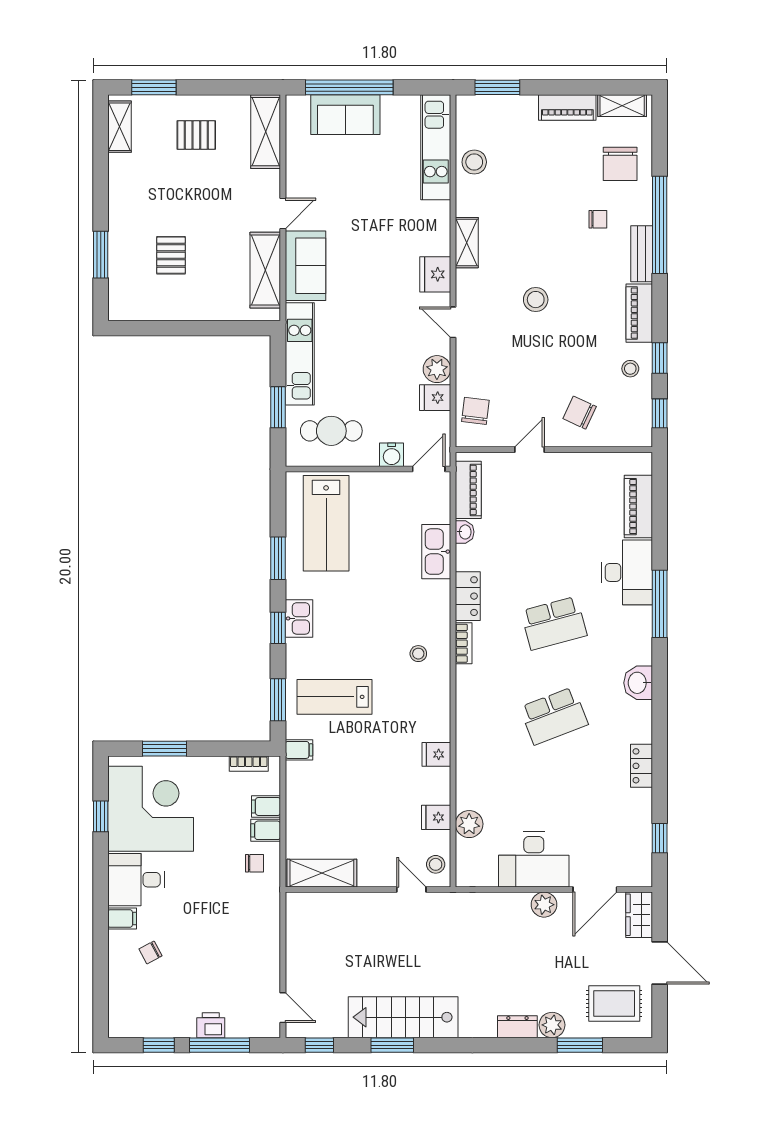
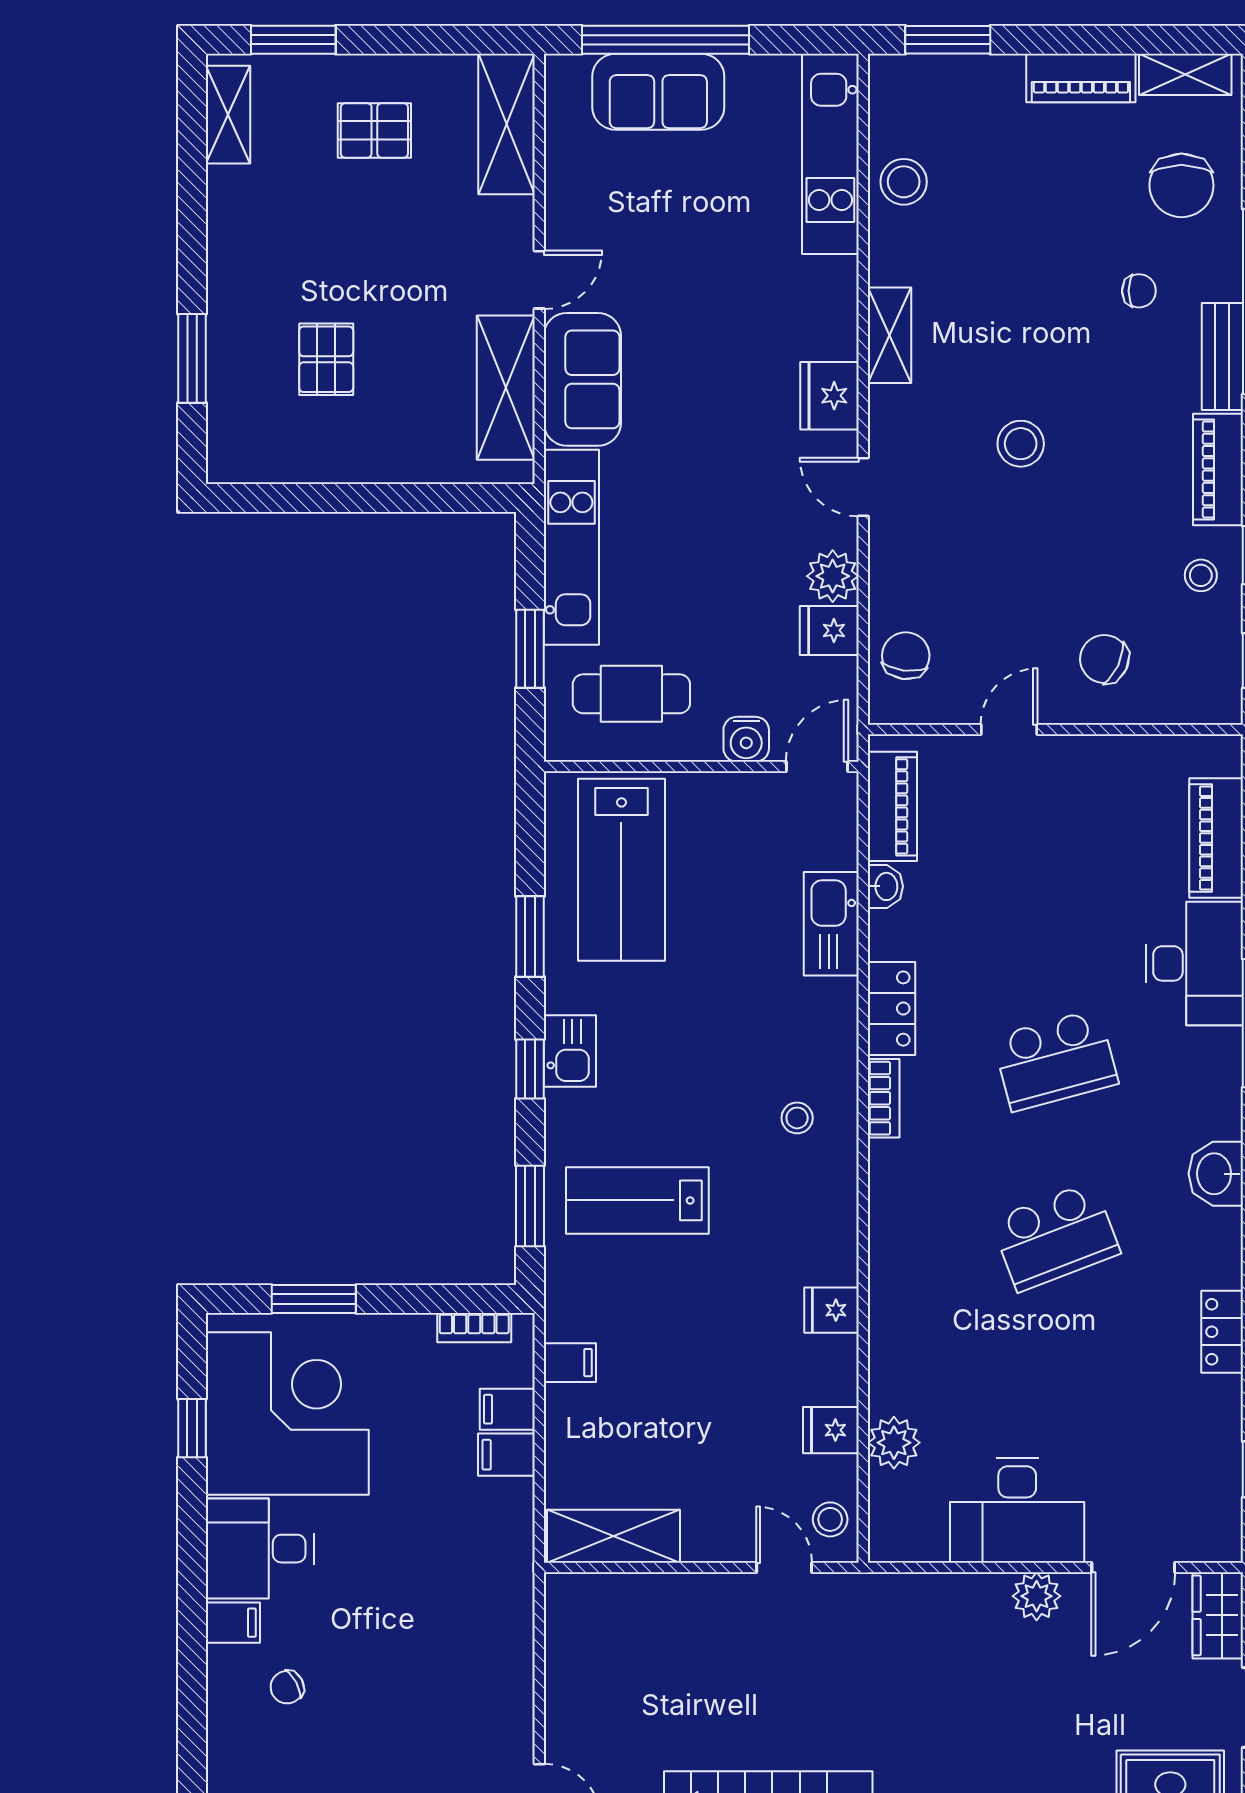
filing cabinet: (299, 750) -> (570, 1363), moved
chair: (255, 863) -> (485, 1517), removed

